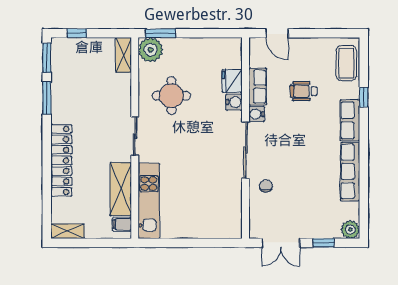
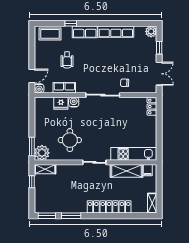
window: (77, 33) -> (32, 182), moved
water cooler: (257, 114) -> (39, 88), moved
locker: (227, 231) -> (152, 106), added

